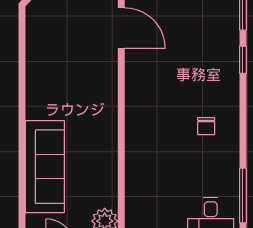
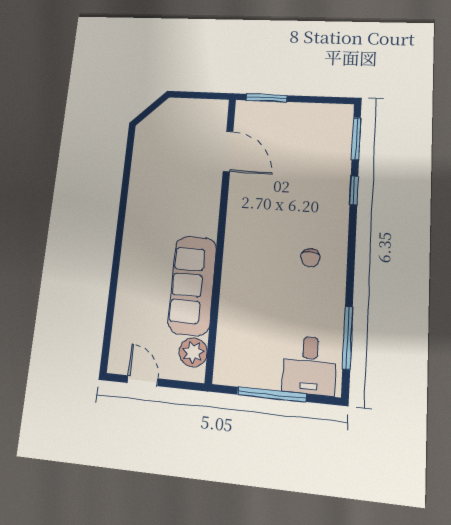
sofa: (45, 167) -> (192, 285), moved, turned 180

